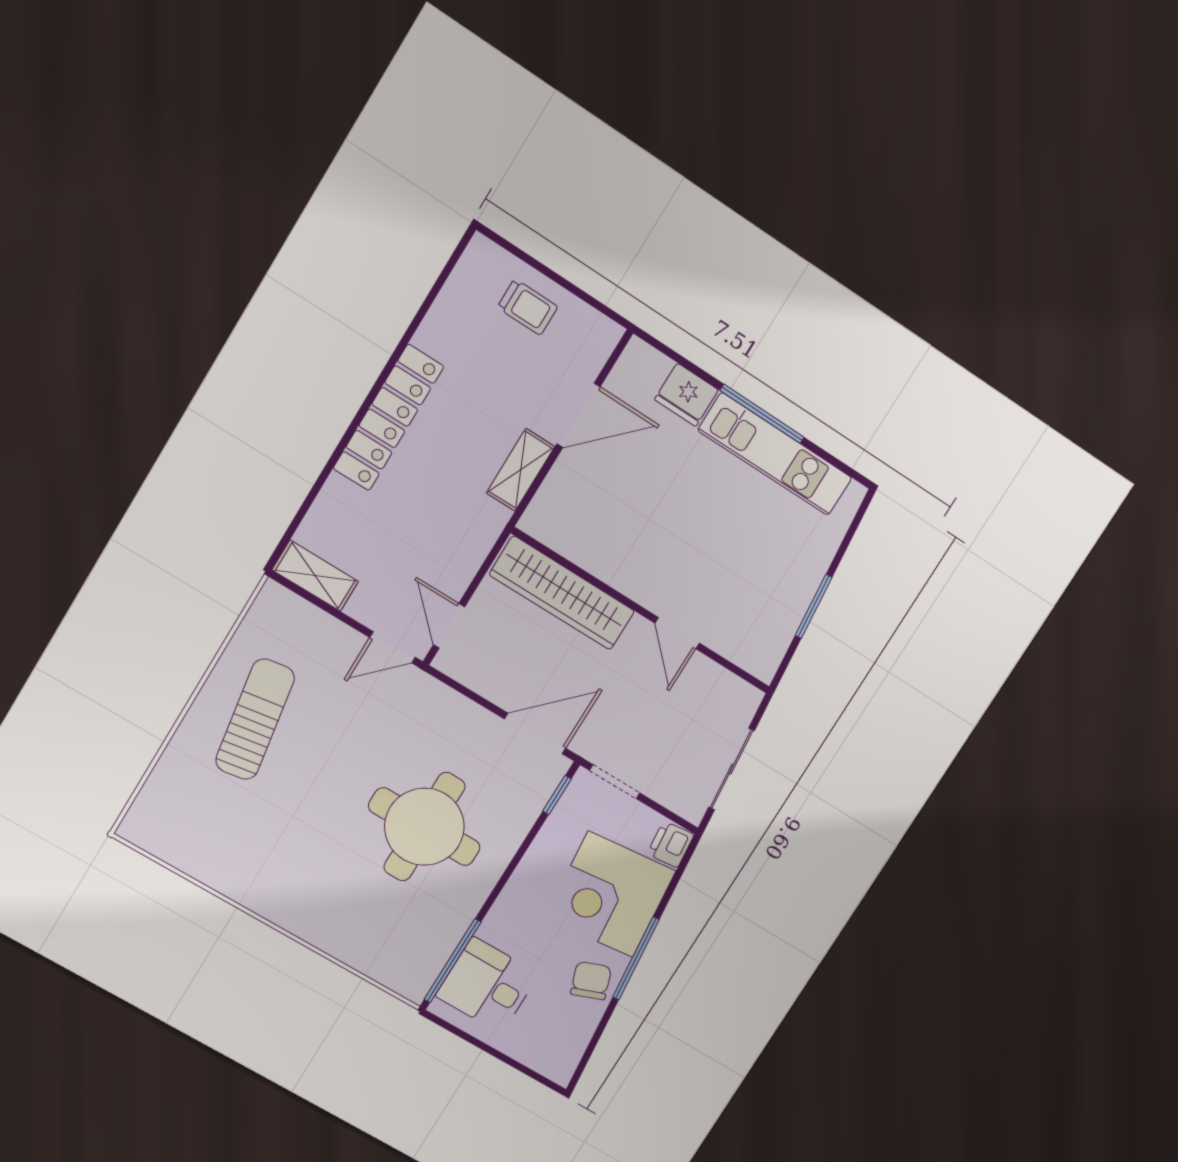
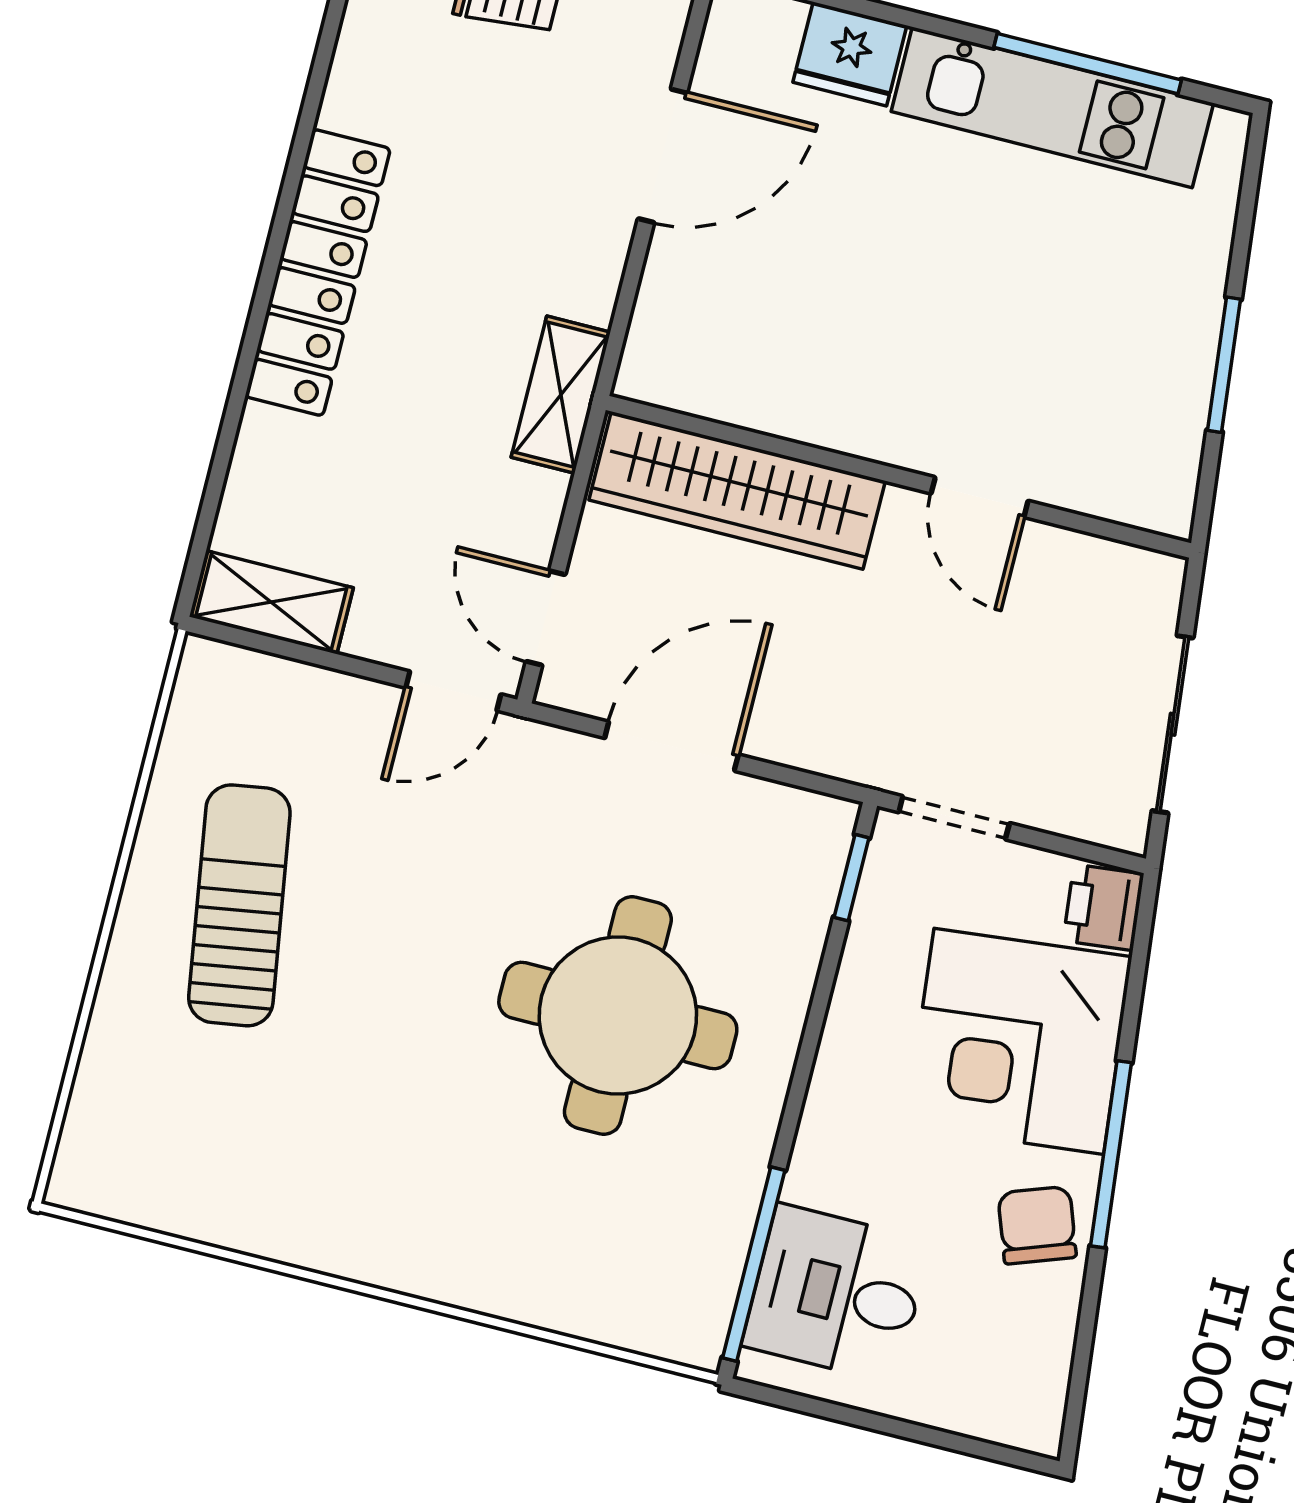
window: (762, 414) -> (1088, 64), moved
shelving: (521, 470) -> (561, 395), moved
door: (535, 734) -> (672, 746), moved

